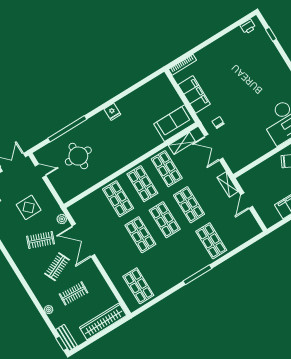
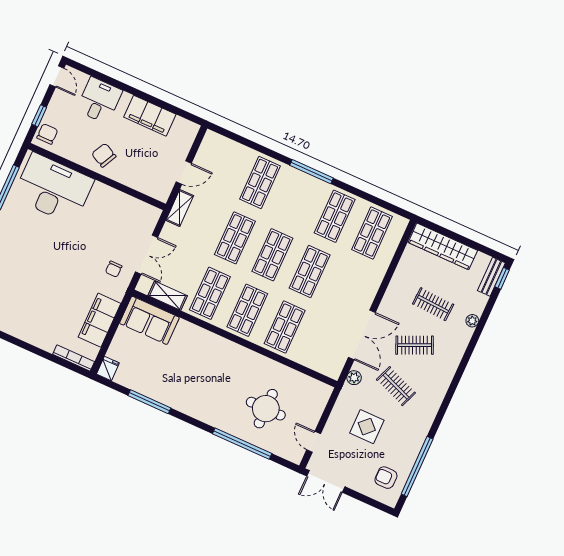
window: (128, 92) -> (149, 402), added
fridge: (112, 112) -> (108, 369), moved
shop shelf: (163, 271) -> (335, 216), added

